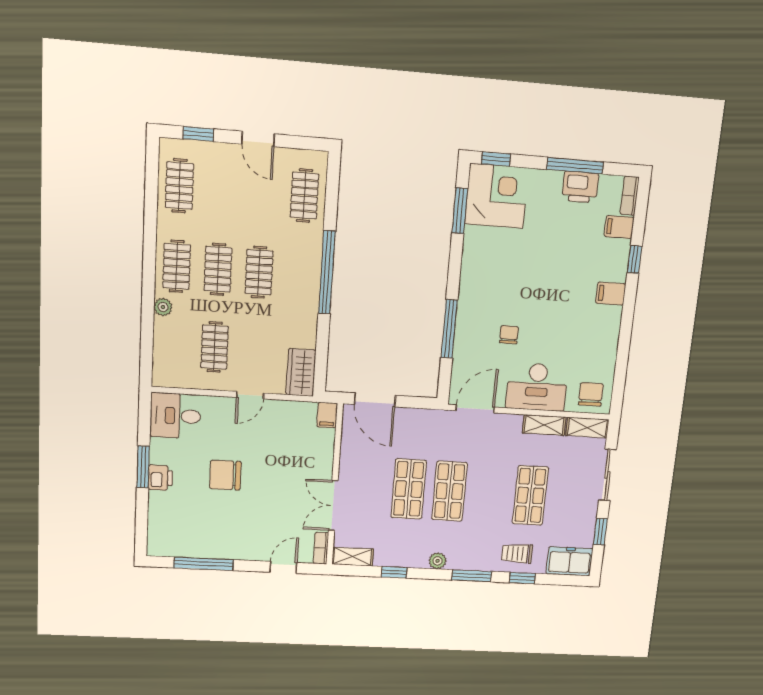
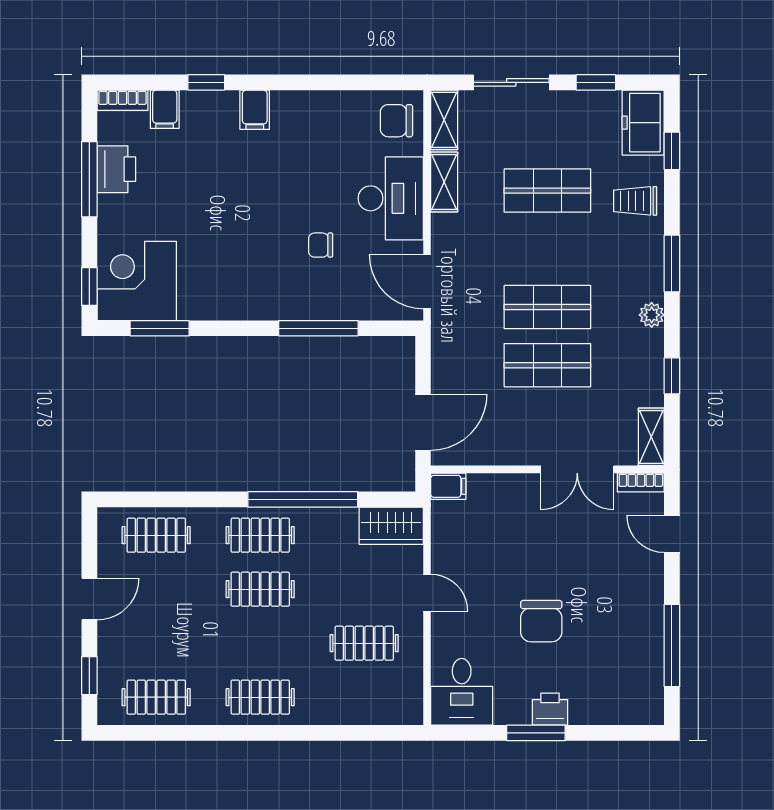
clothes rail: (218, 269) -> (260, 535), moved
window: (327, 272) -> (303, 499), moved
plant: (163, 307) -> (315, 713), removed
trolley: (517, 554) -> (635, 201), turned 90
window: (522, 578) -> (672, 151), moved

